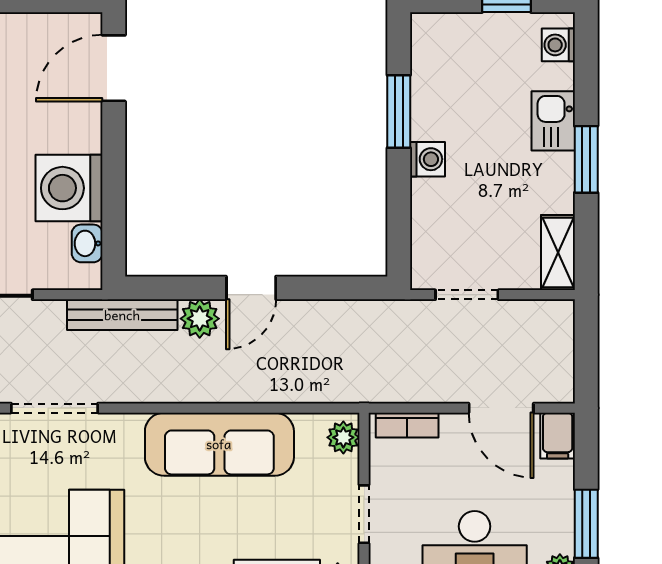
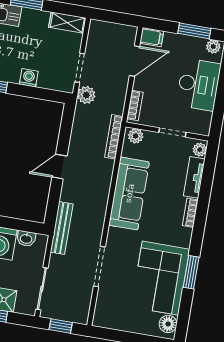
washing machine: (427, 159) -> (29, 78), moved
door: (251, 288) -> (59, 167), swing flipped
plant: (200, 319) -> (86, 95), moved
bookcase: (333, 392) -> (114, 137), added

